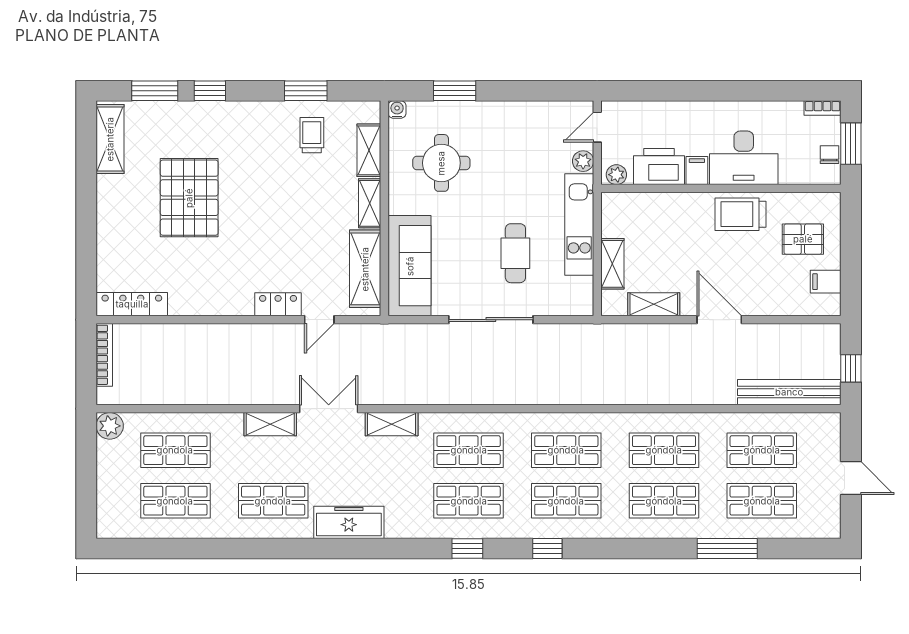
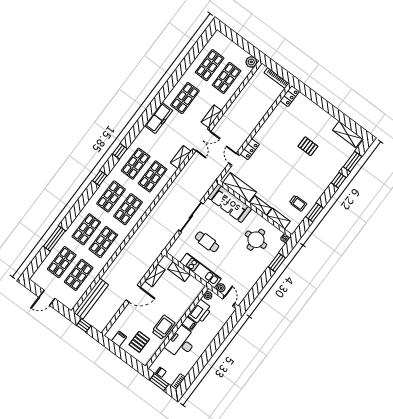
pallet: (189, 198) -> (308, 146), width x0.49, depth x0.50
locker: (132, 304) -> (290, 96), width x0.66

